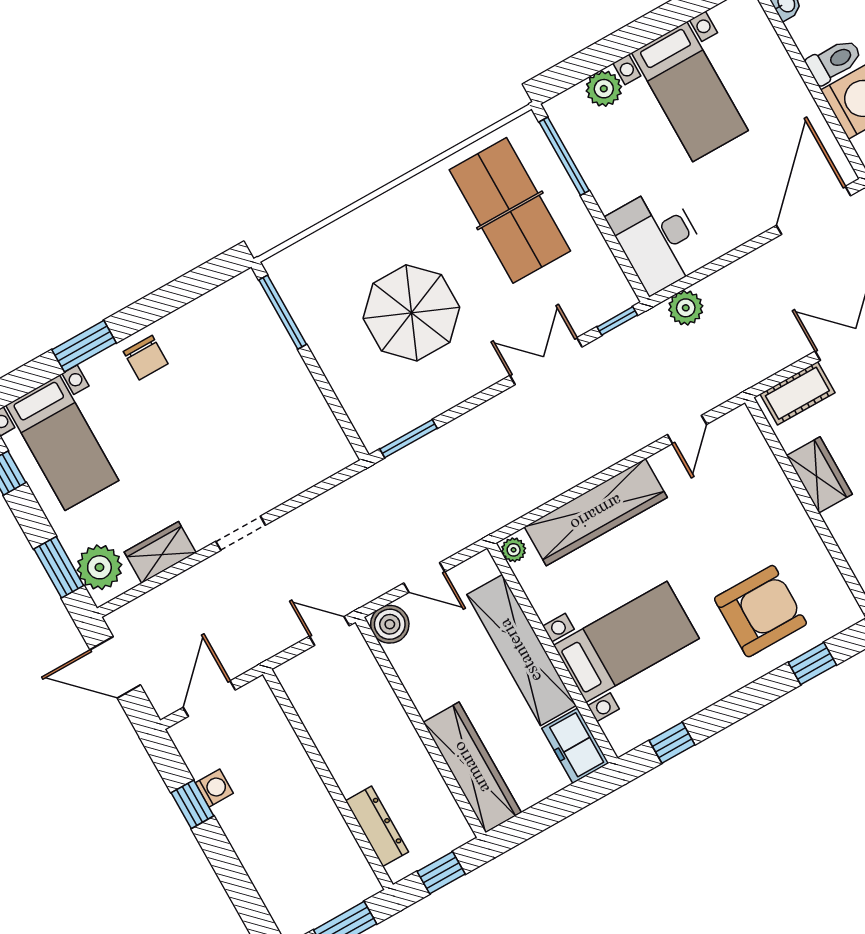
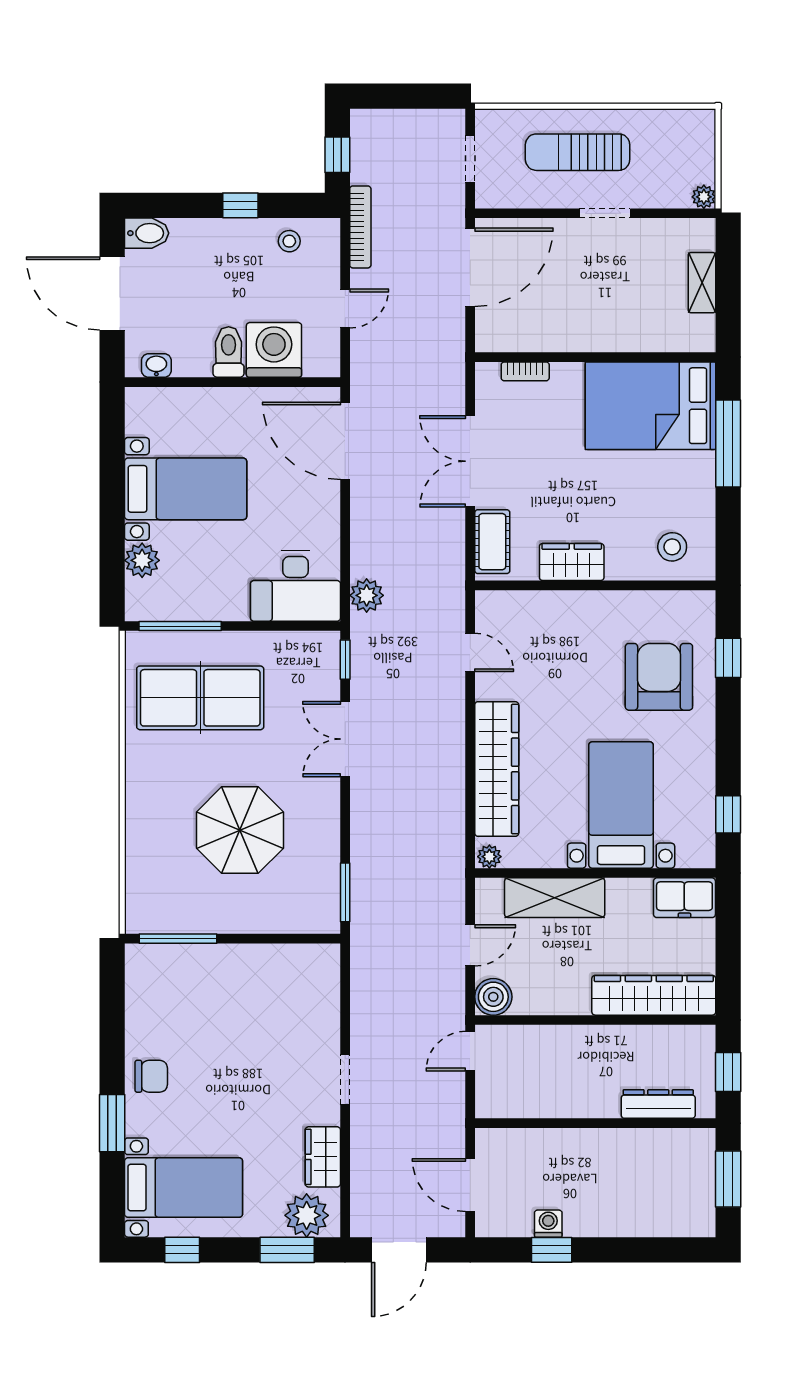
shelving: (521, 650) -> (555, 898), width x0.68

